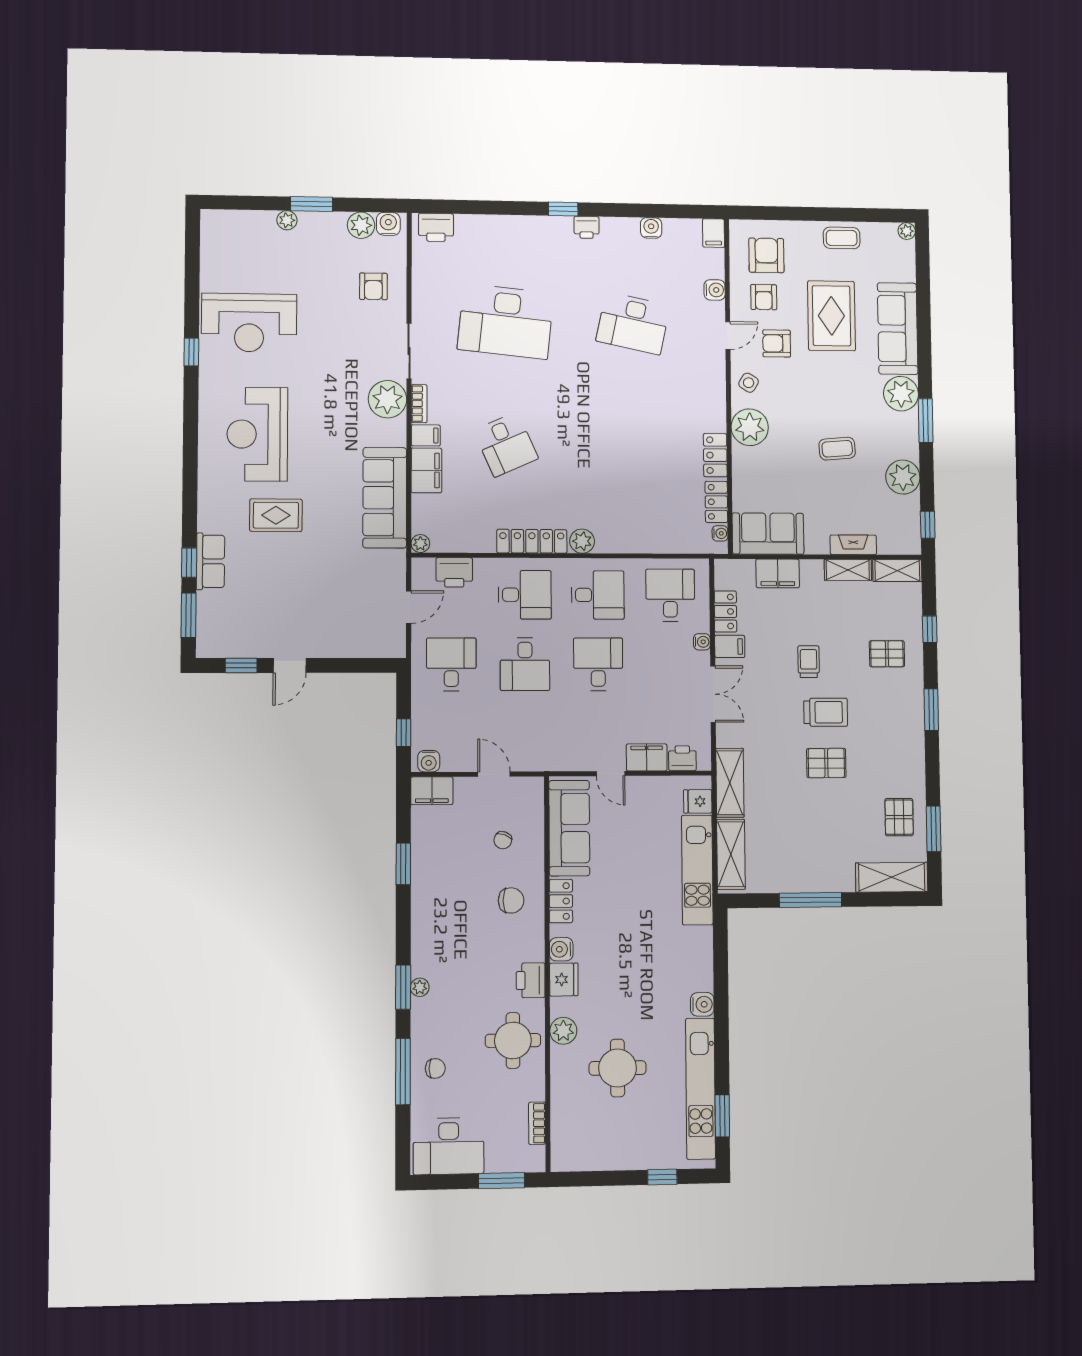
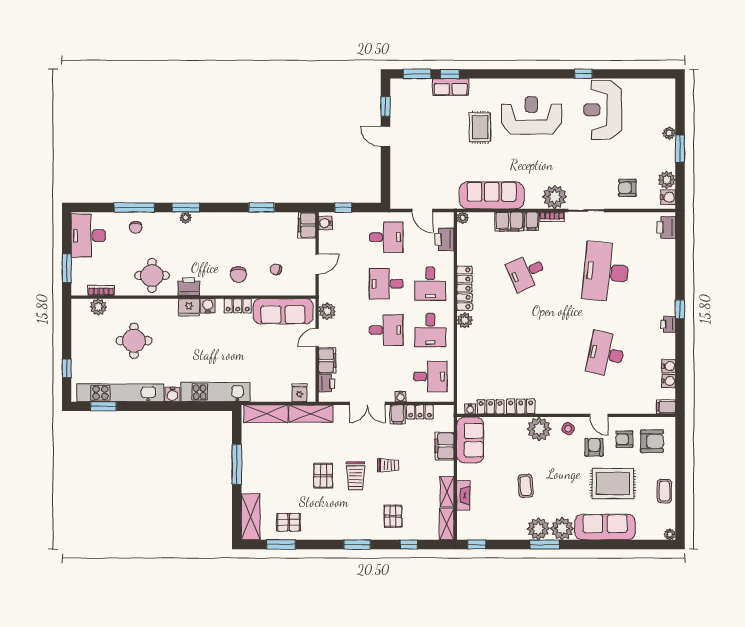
water cooler: (715, 290) -> (669, 381), moved, turned -90
plant: (903, 477) -> (538, 529), moved
plant: (569, 758) -> (327, 311), added
kitchen unit: (697, 870) -> (215, 392), moved
plant: (563, 1031) -> (98, 307), moved

